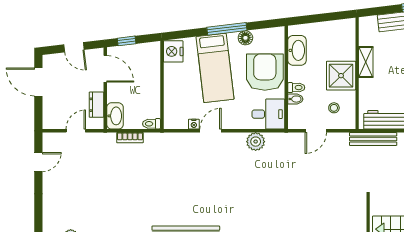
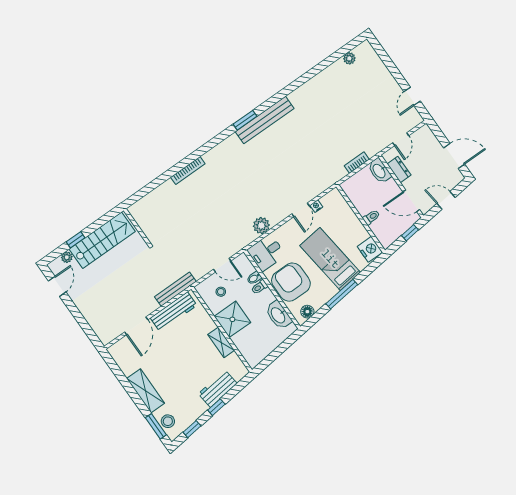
floor lamp: (245, 38) -> (307, 312), moved
armchair: (265, 72) -> (291, 282), turned 180
toilet: (151, 124) -> (371, 217), moved
door: (316, 131) -> (222, 265), swing flipped

